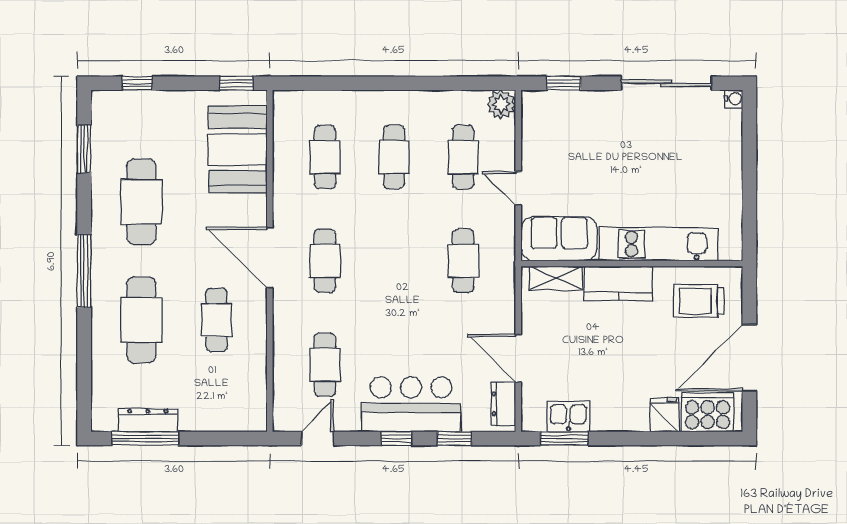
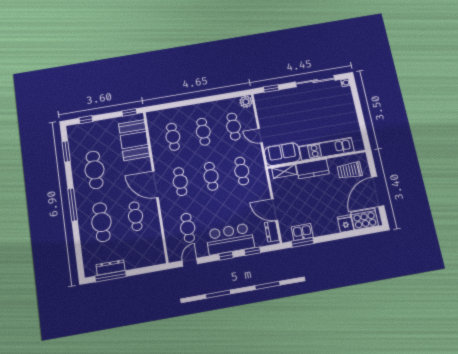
cafe table: (394, 261) -> (211, 176), added

